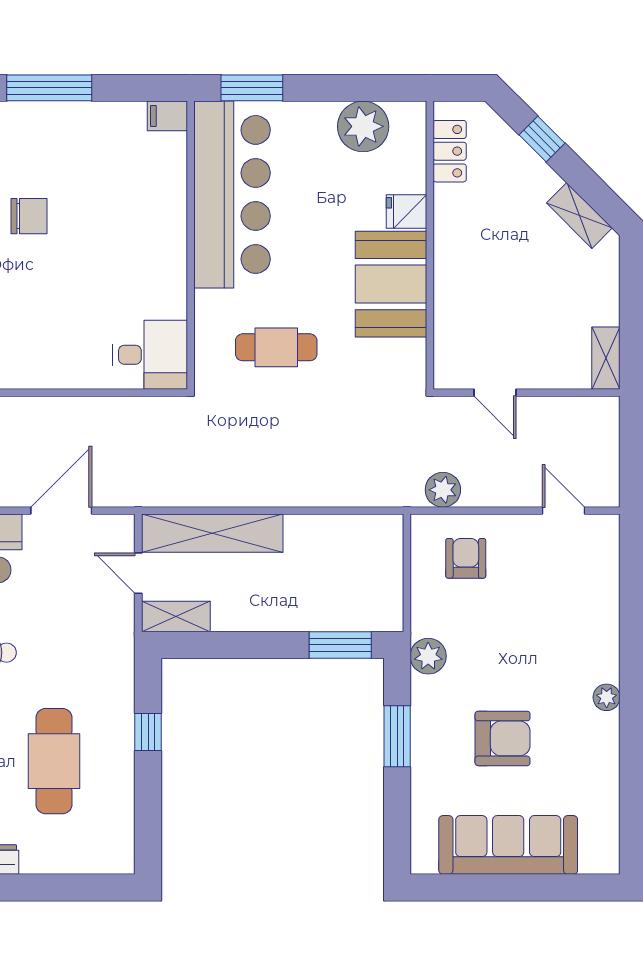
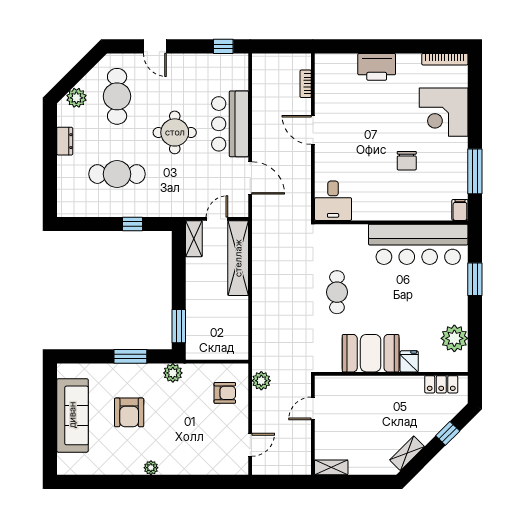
filing cabinet: (167, 116) -> (460, 210), moved
bar counter: (232, 194) -> (418, 244), moved
wall: (191, 245) -> (391, 222), moved
desk: (150, 355) -> (333, 201), moved

